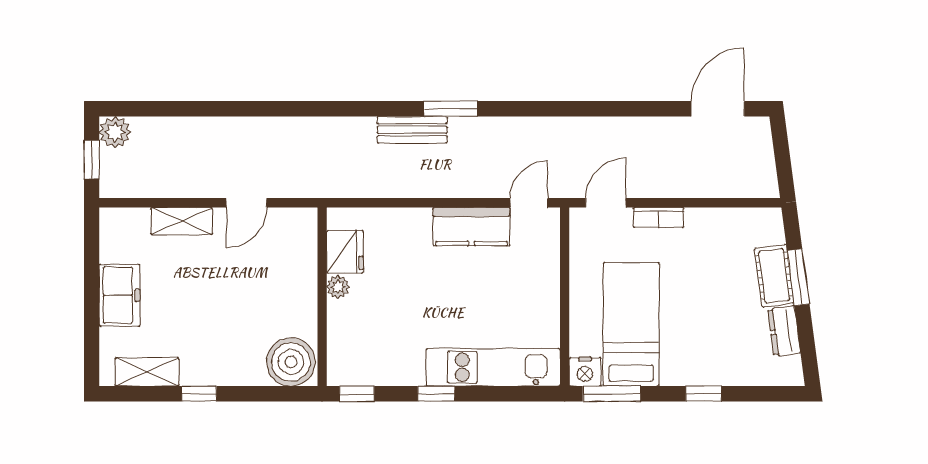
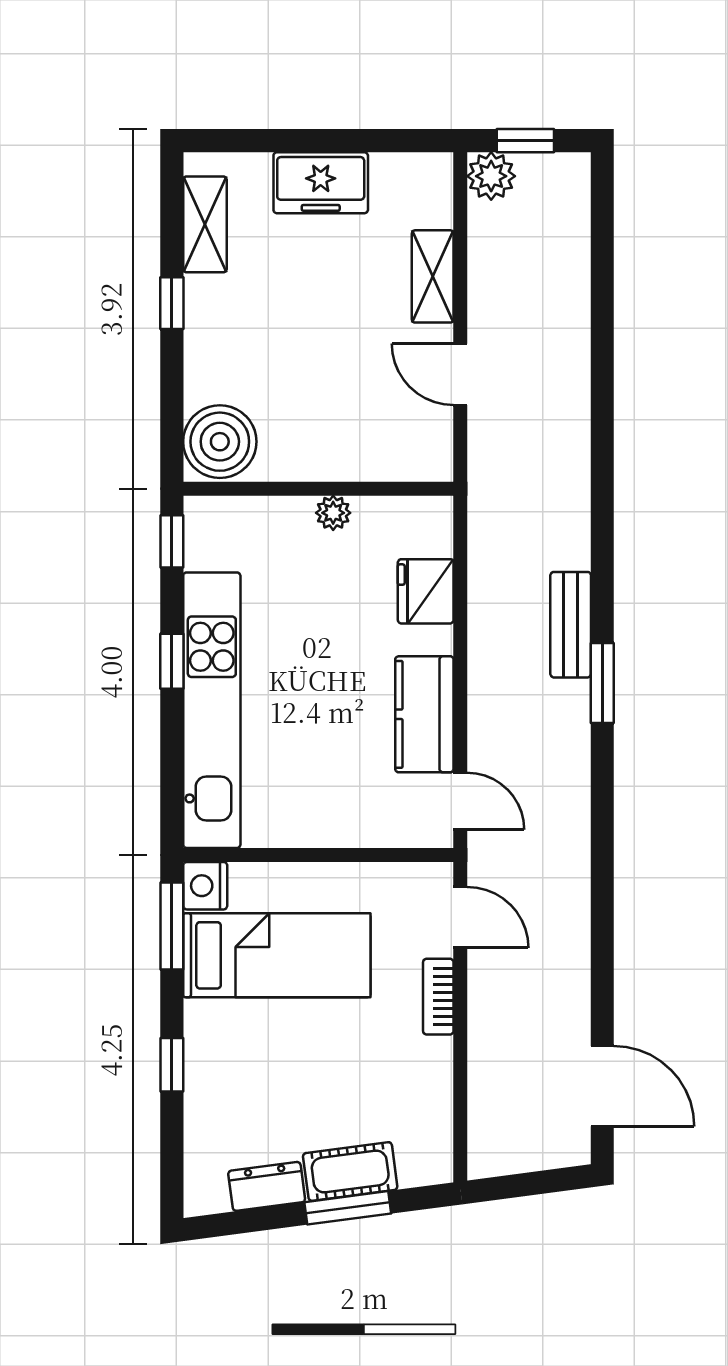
plant: (115, 132) -> (491, 176), moved
fridge: (345, 252) -> (426, 591), moved, turned 90
kitchen unit: (493, 367) -> (212, 710), width x1.36

